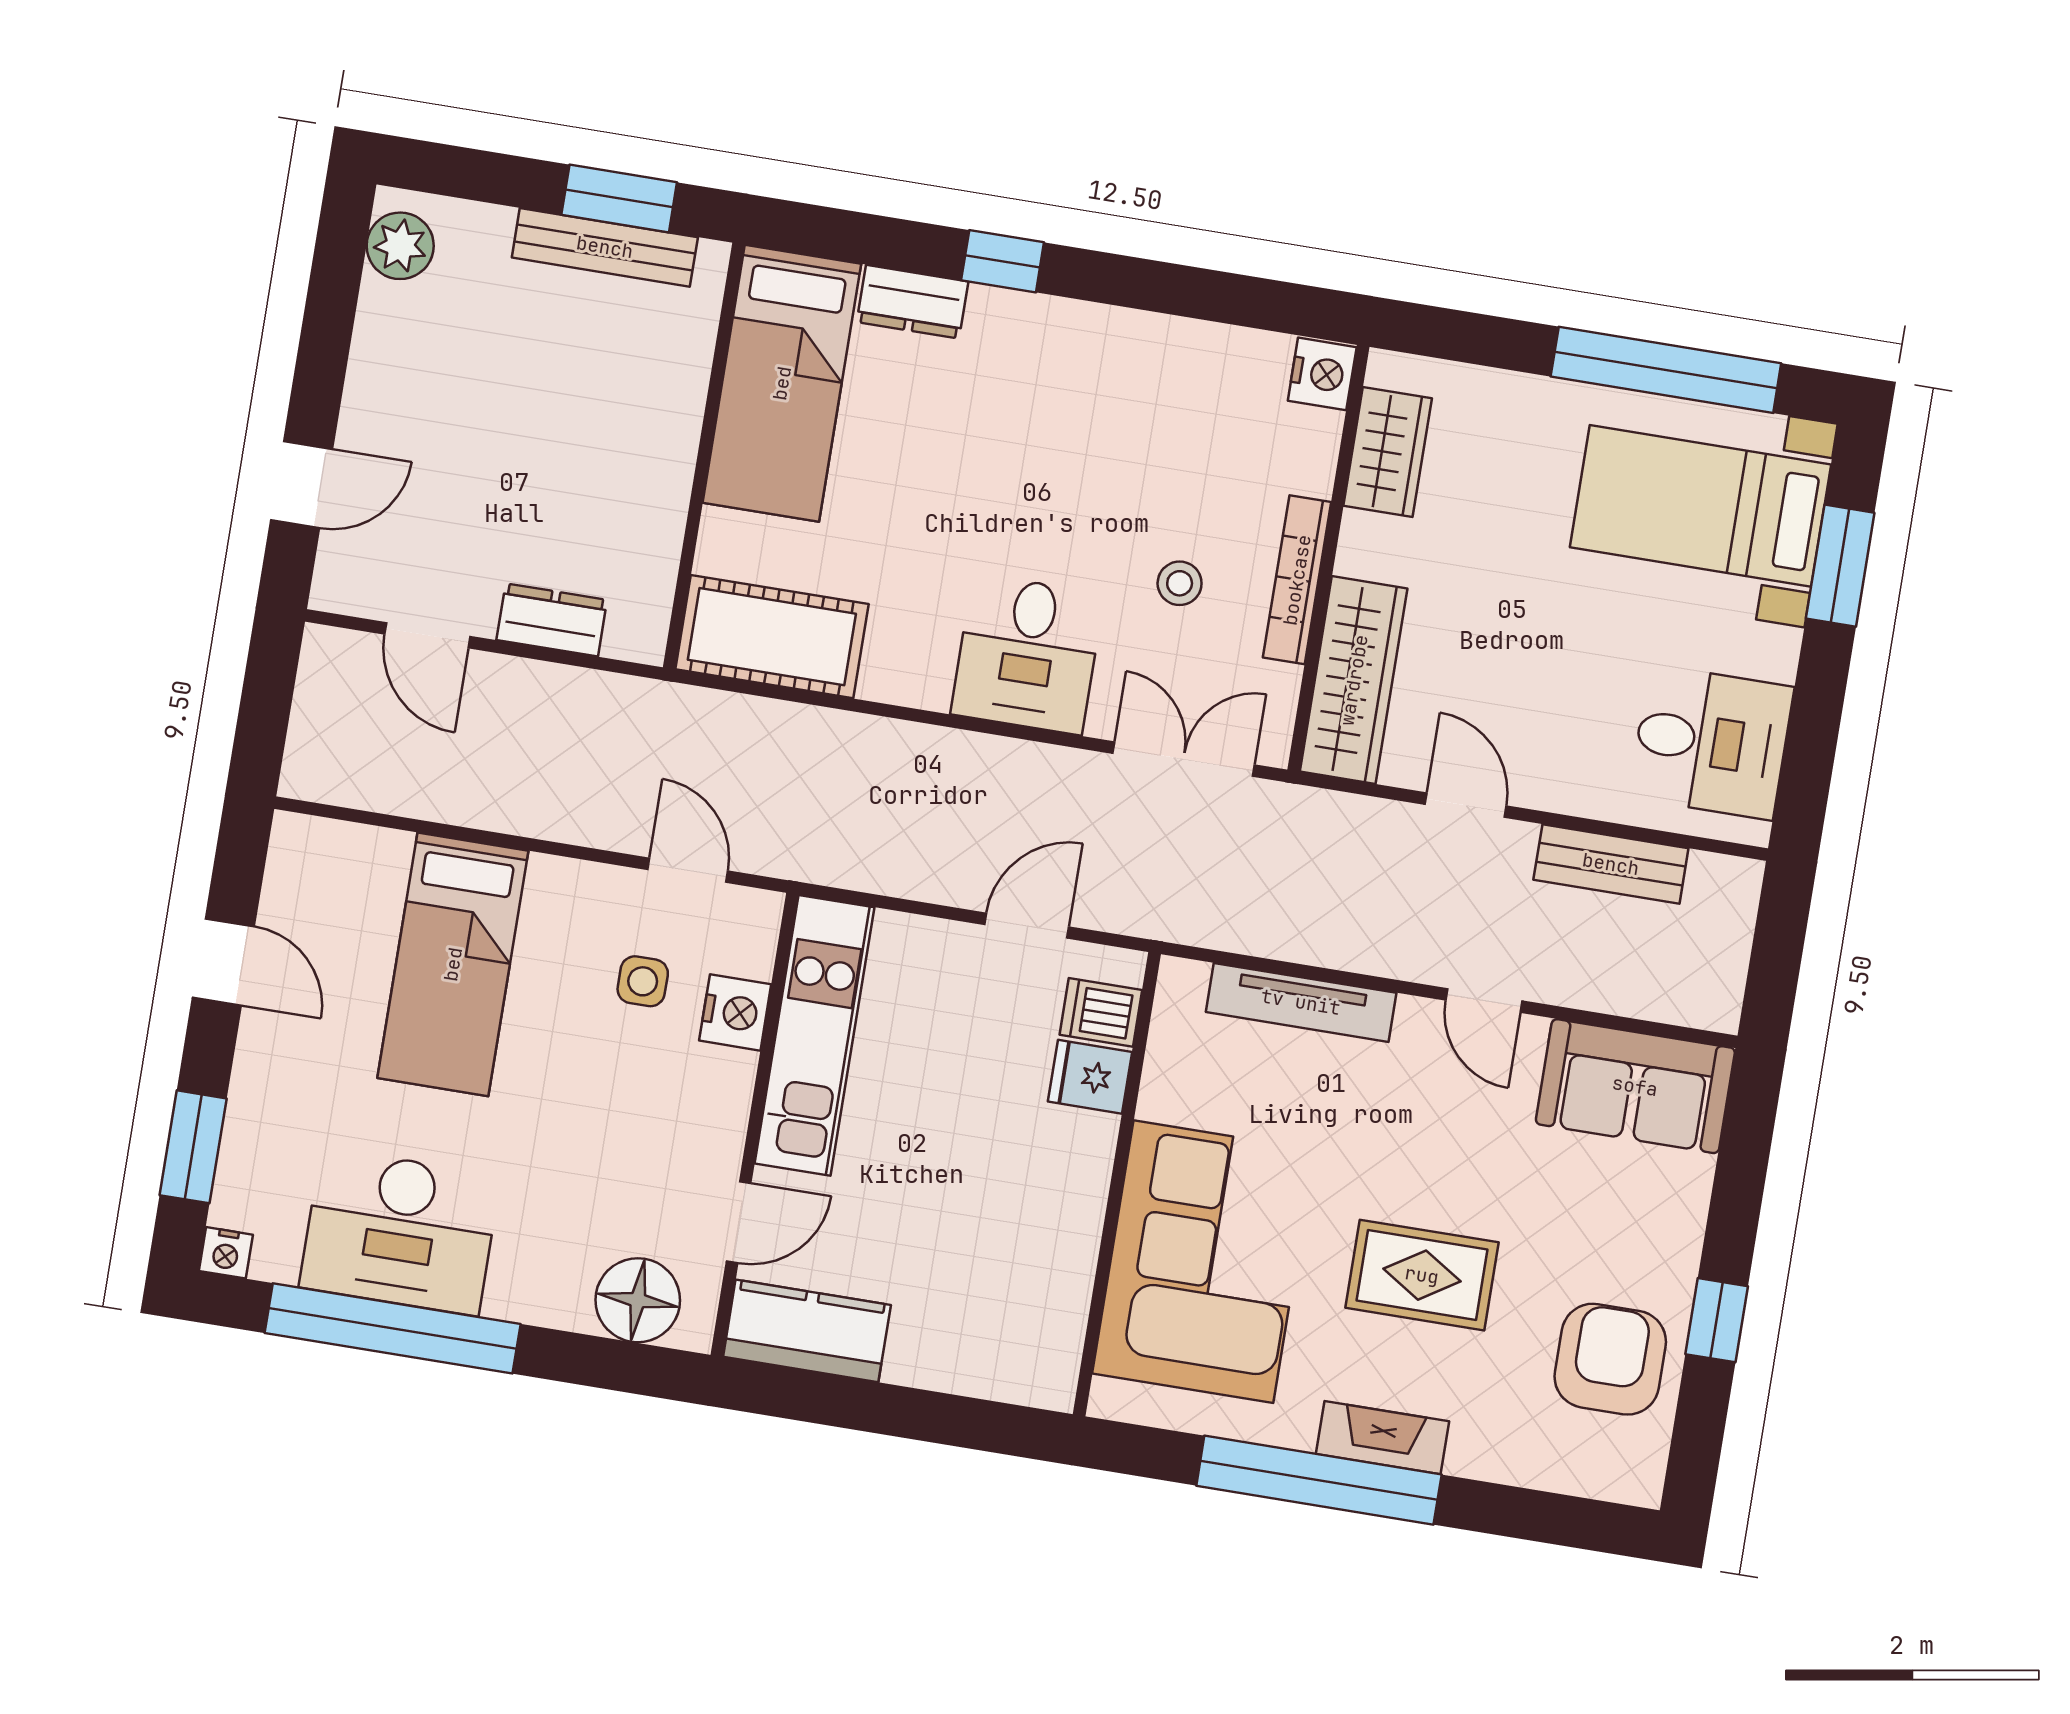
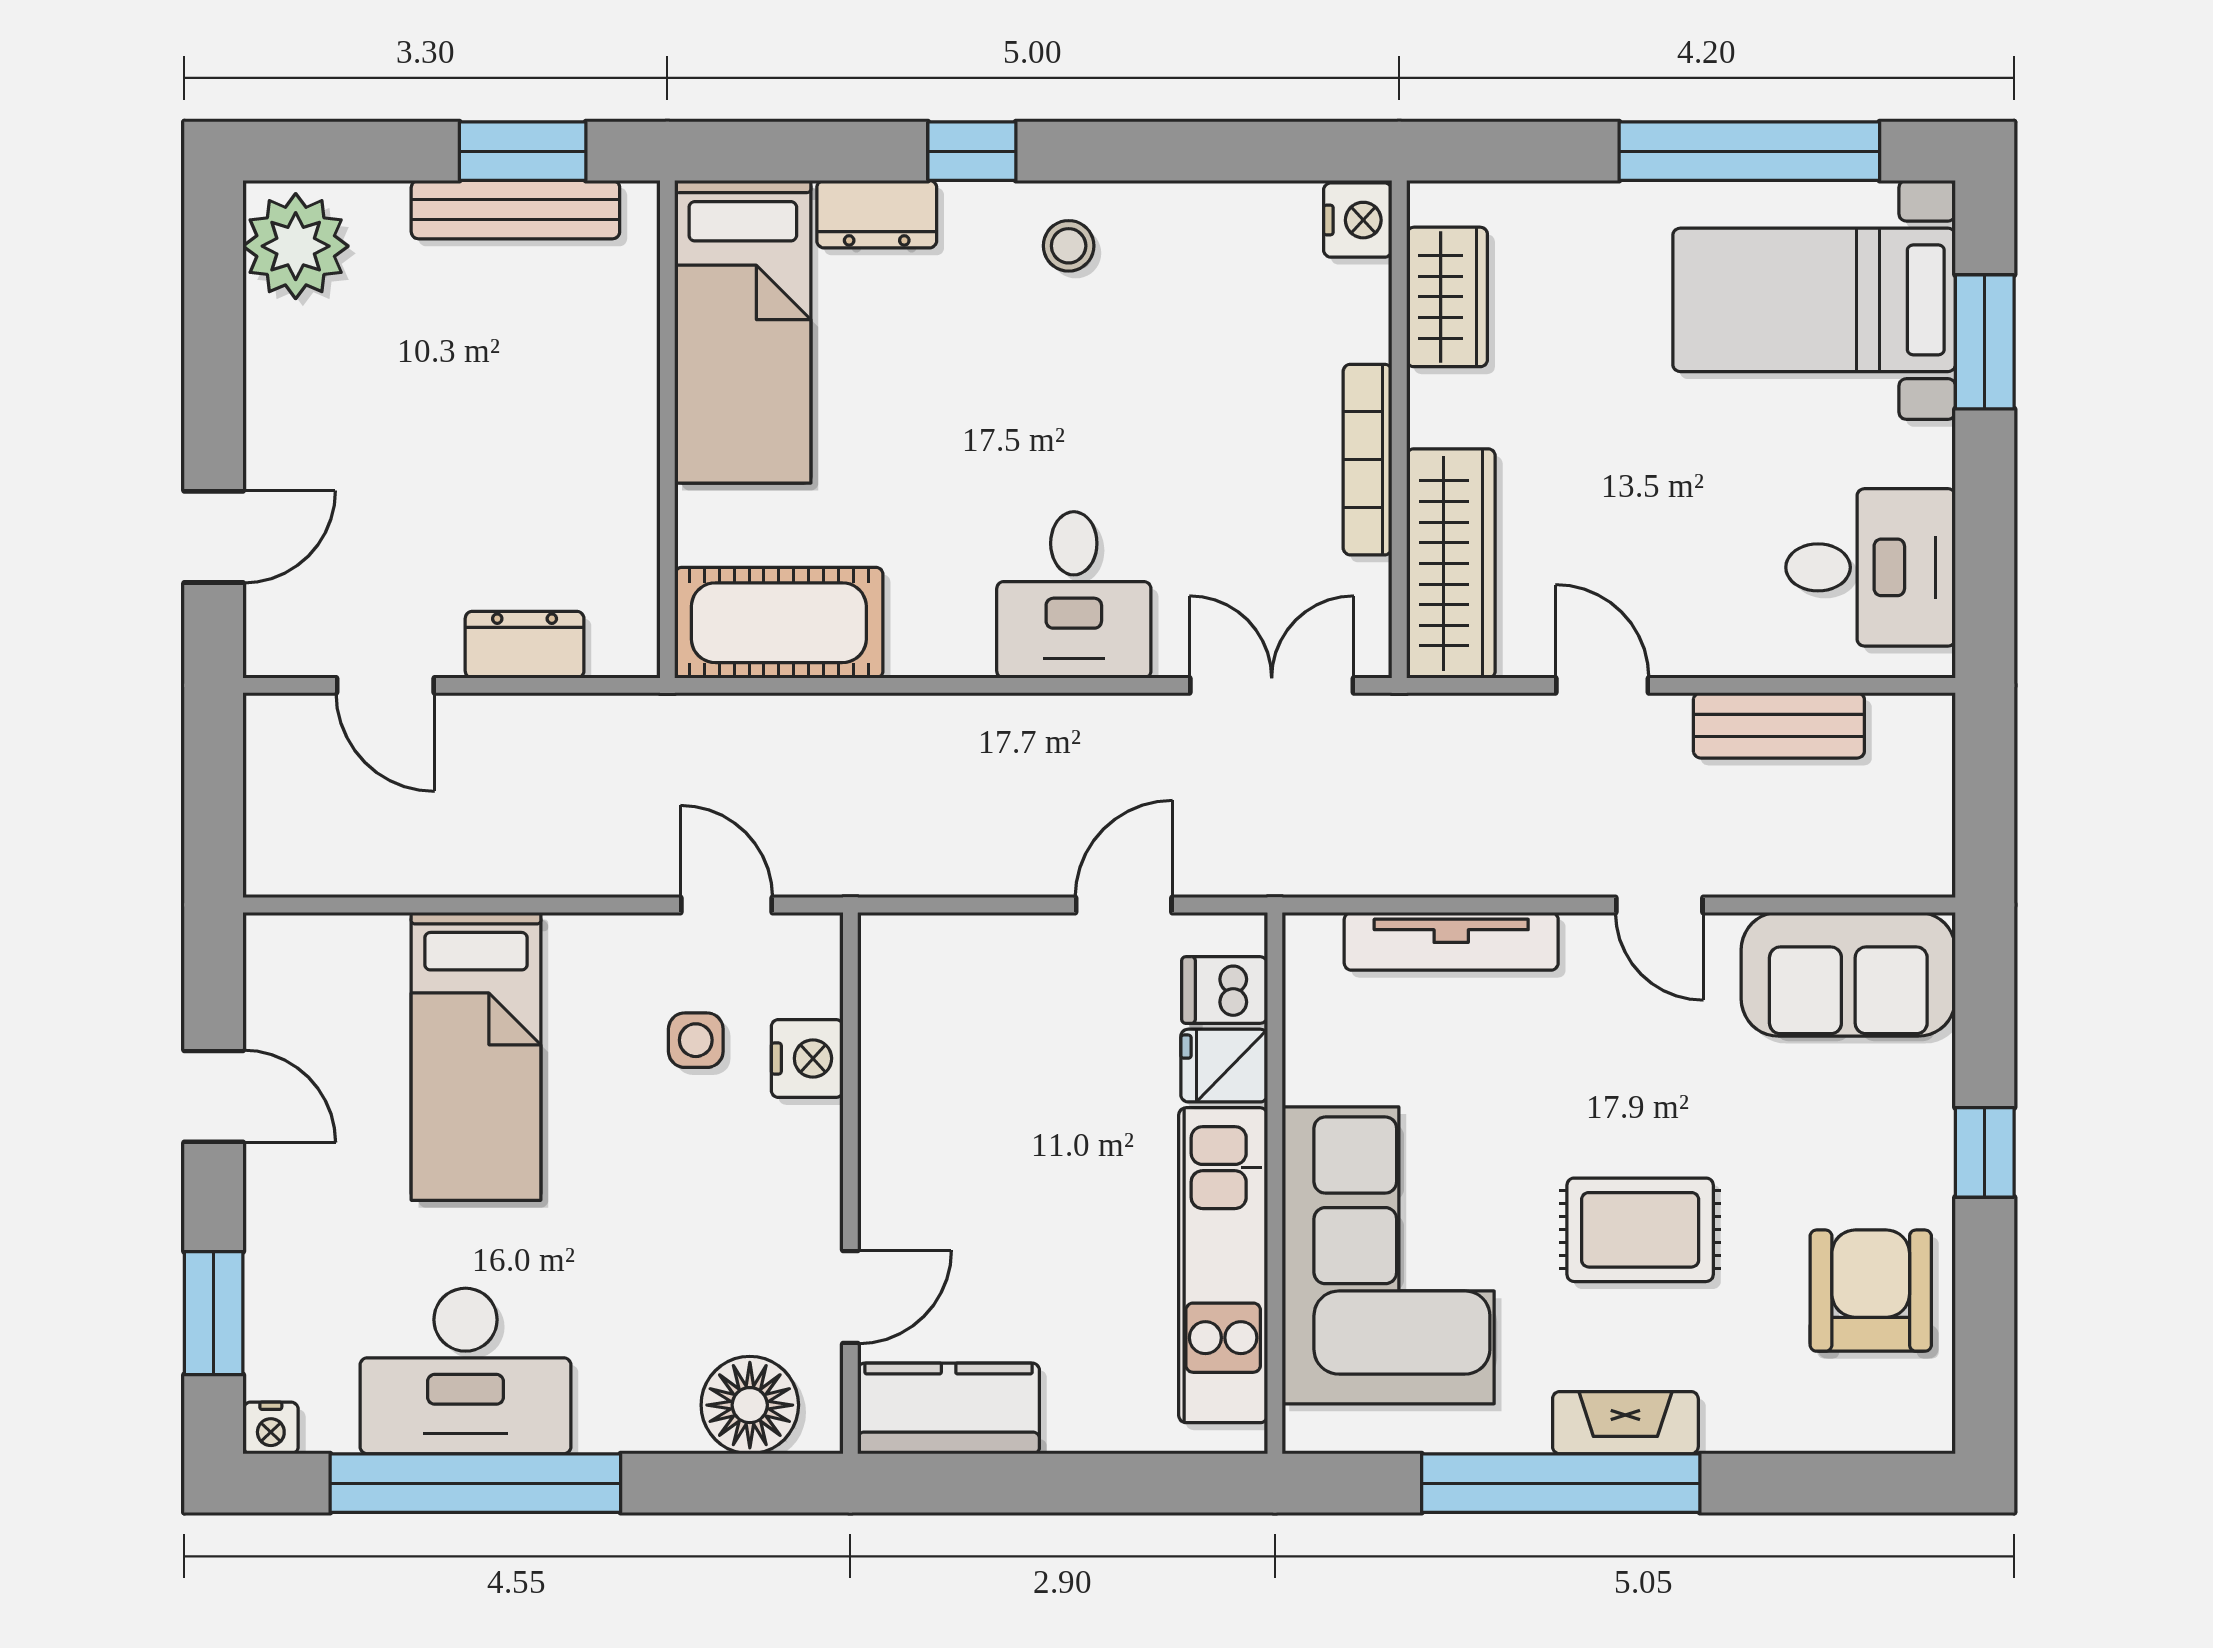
plant: (400, 246) -> (296, 246), width x1.36, depth x1.36
stool: (1180, 583) -> (1069, 246), moved
kitchen unit: (815, 1035) -> (1223, 1265), moved, turned 180
window: (1717, 1320) -> (1985, 1152), moved

